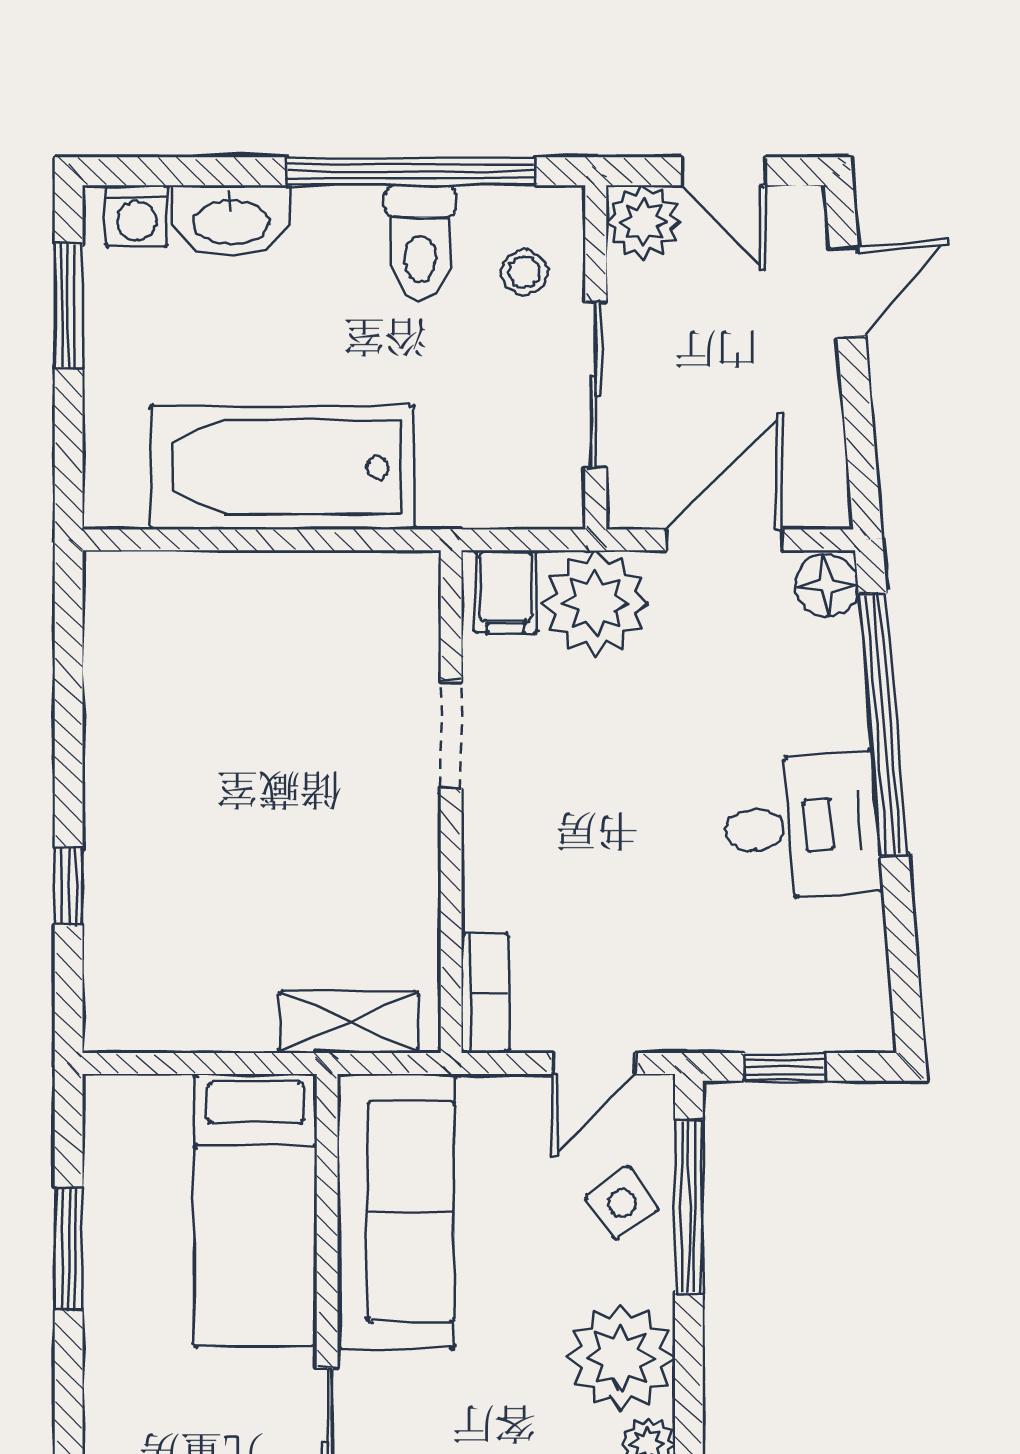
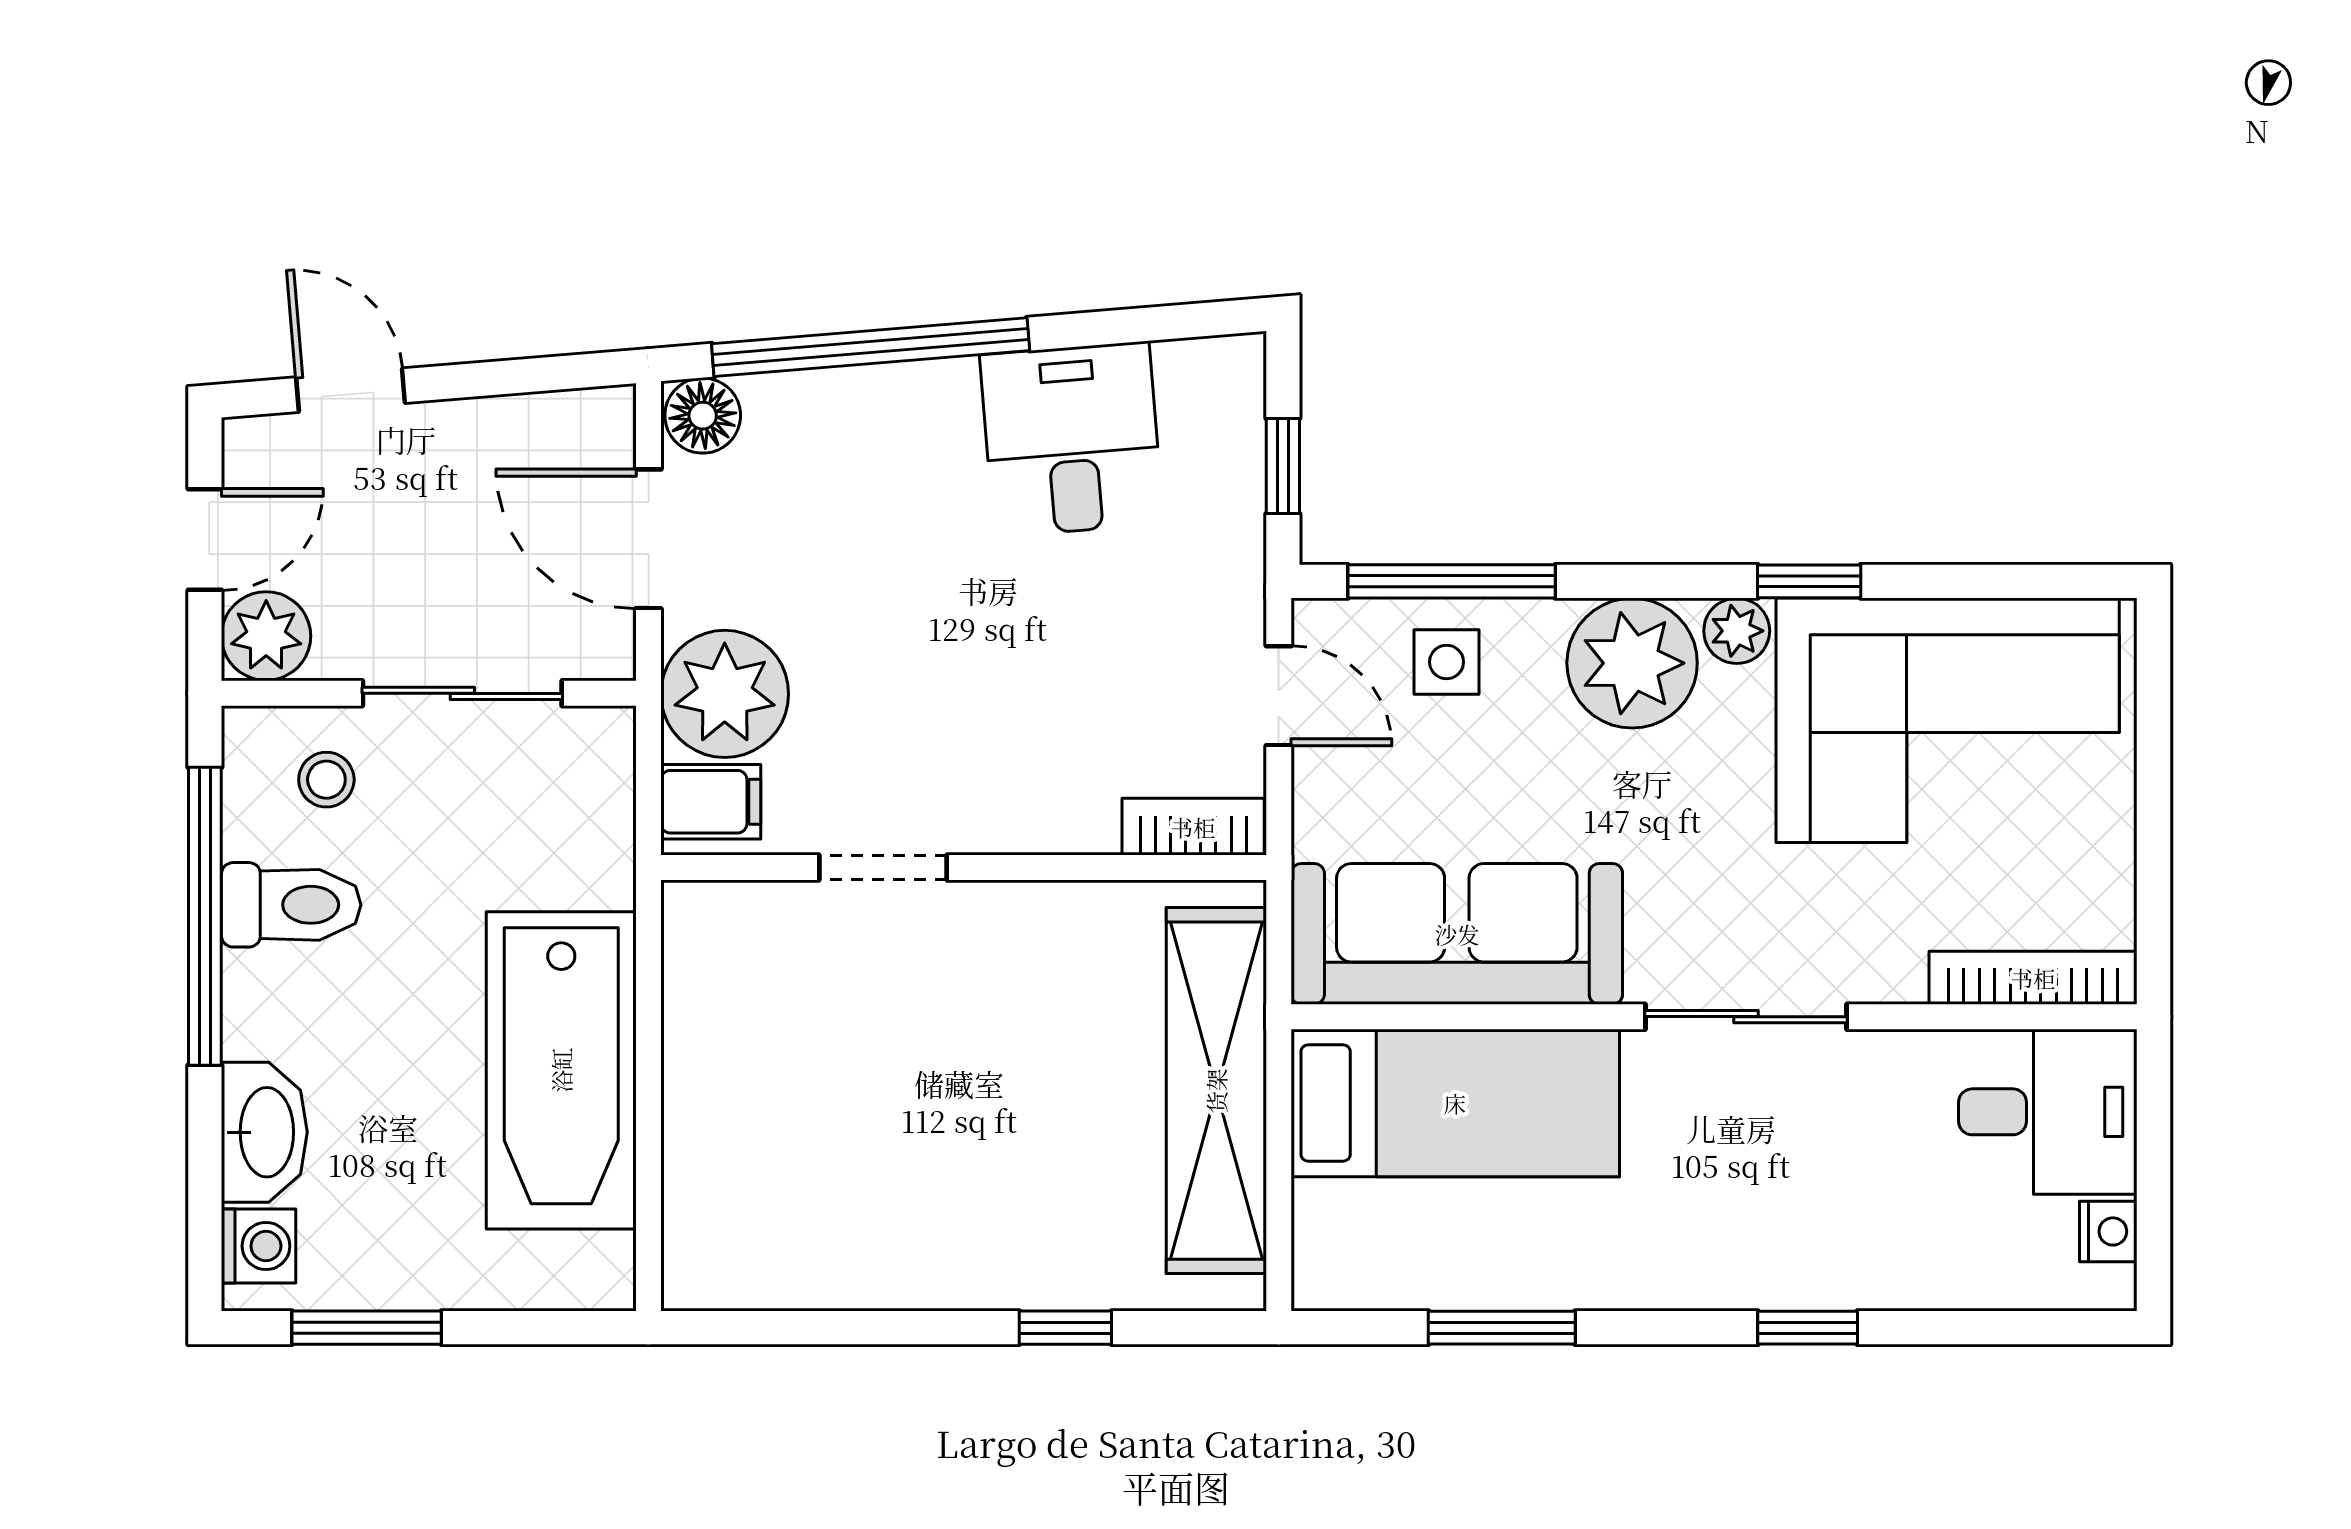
desk: (802, 826) -> (1072, 439), moved
shelving: (349, 1022) -> (1216, 1091), width x2.20, depth x1.33
side table: (622, 1203) -> (1447, 662), turned 35

